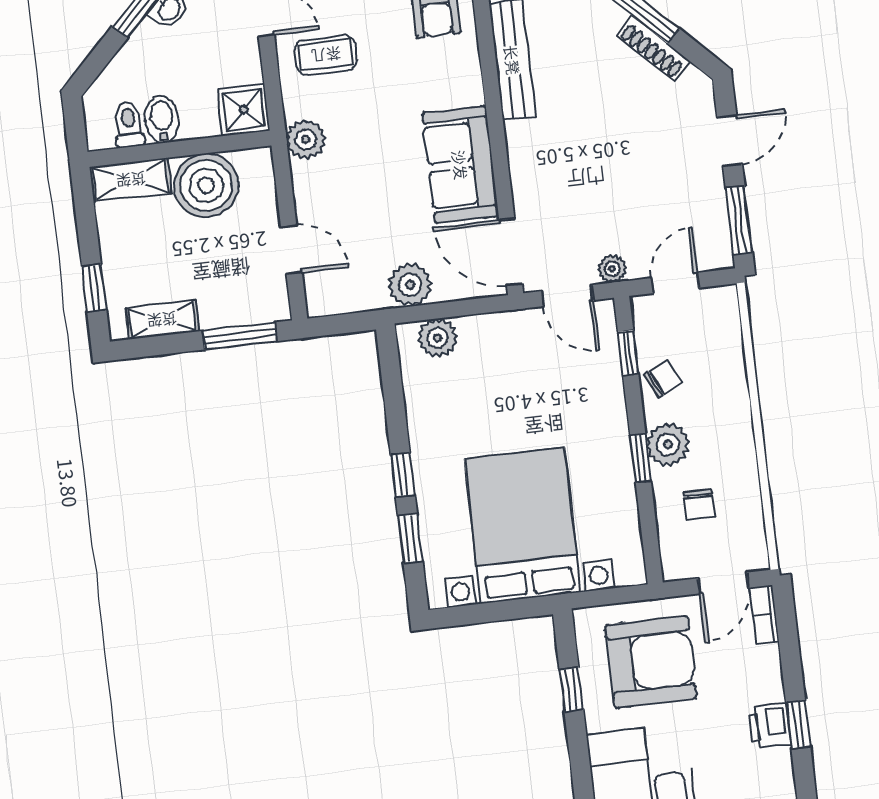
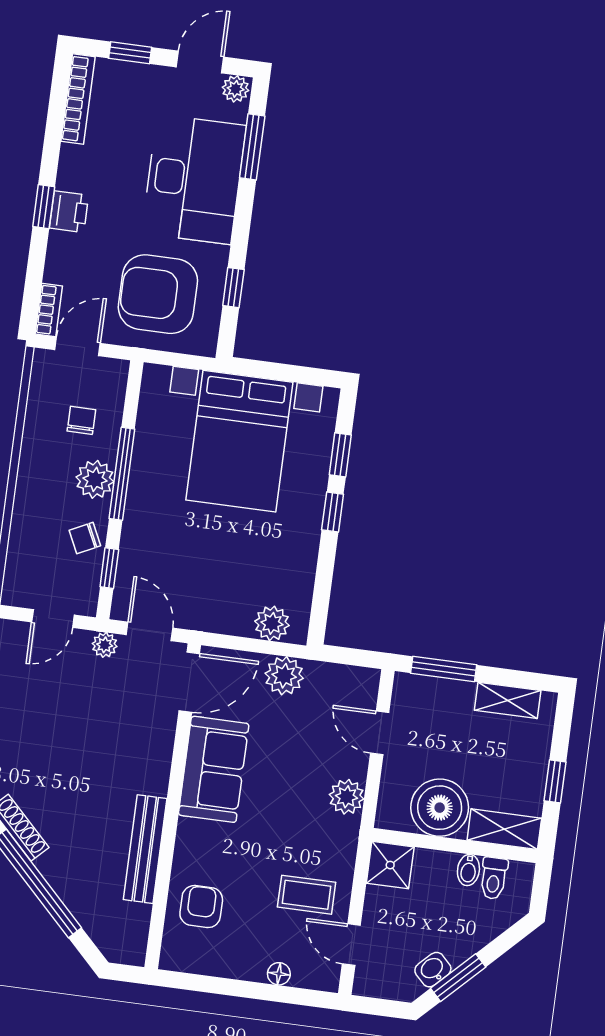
bidet: (162, 119) -> (468, 870), width x0.72, depth x0.74
plant: (306, 139) -> (347, 797), moved
door: (511, 252) -> (189, 682), hinge flipped
window: (94, 288) -> (555, 781), moved
window: (640, 458) -> (122, 474), width x2.17

